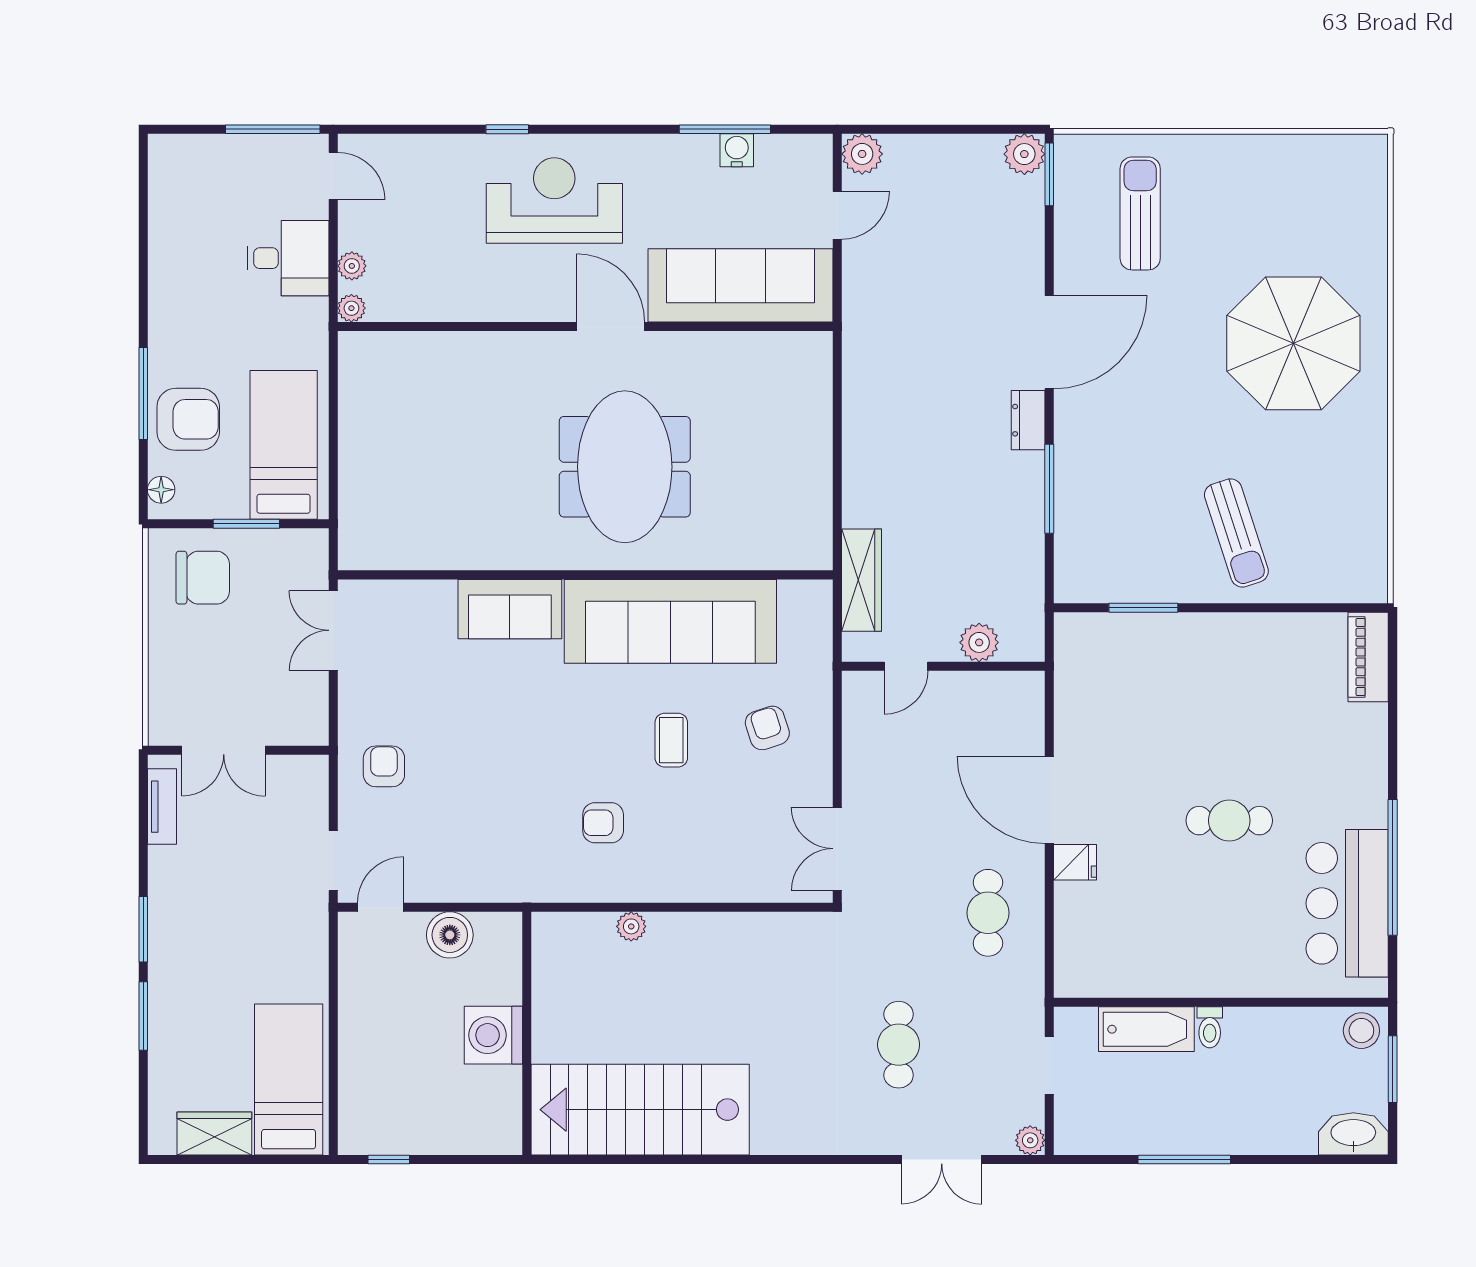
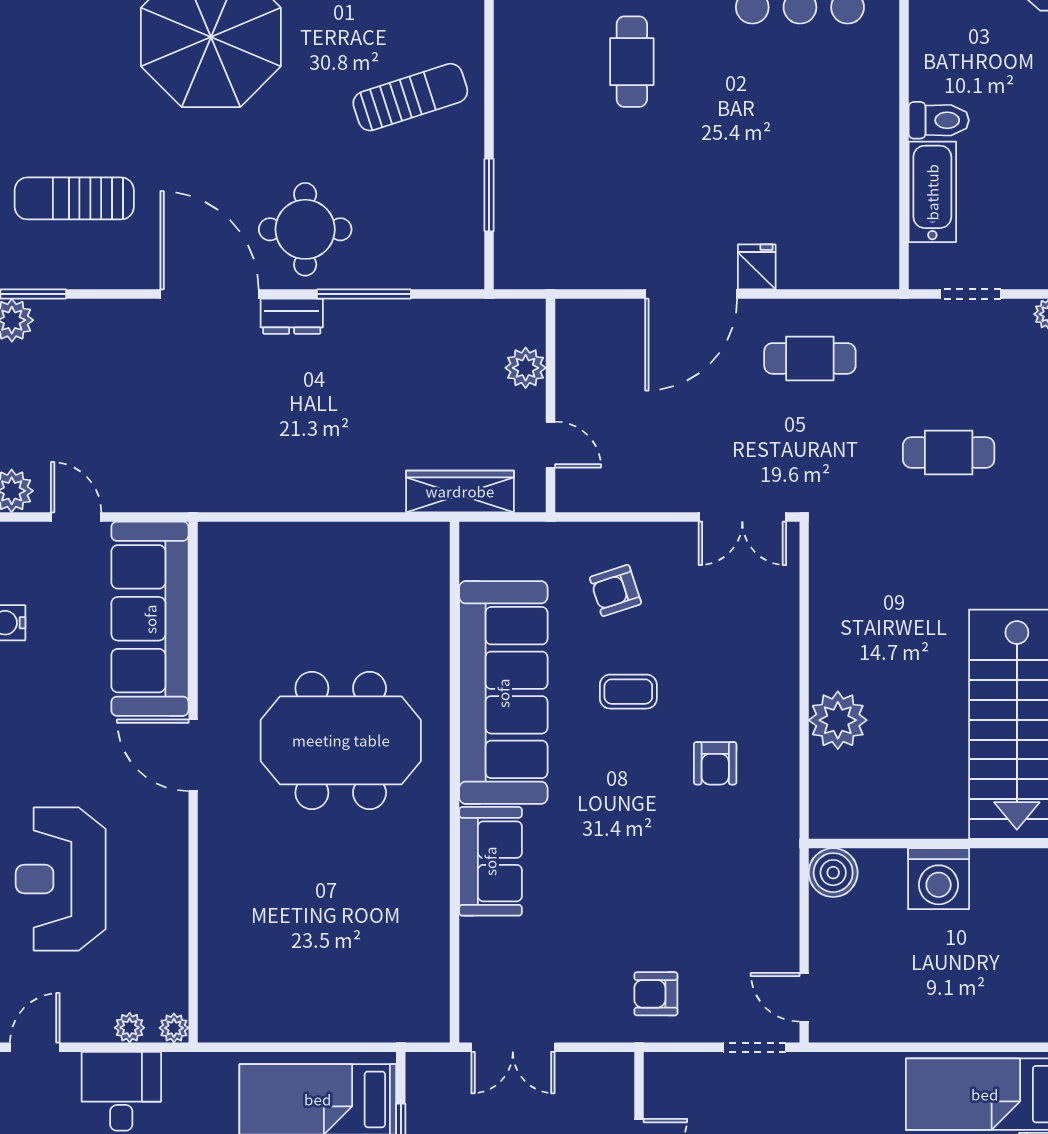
reception desk: (554, 200) -> (61, 879), moved
door: (611, 326) -> (193, 755), hinge flipped
round table: (1111, 433) -> (305, 229), added
cafe table: (1229, 821) -> (632, 62), moved
plant: (631, 926) -> (838, 720), width x1.87, depth x1.87
boiler: (450, 935) -> (833, 873), moved
toilet: (1210, 1027) -> (939, 120), width x1.37, depth x1.39

